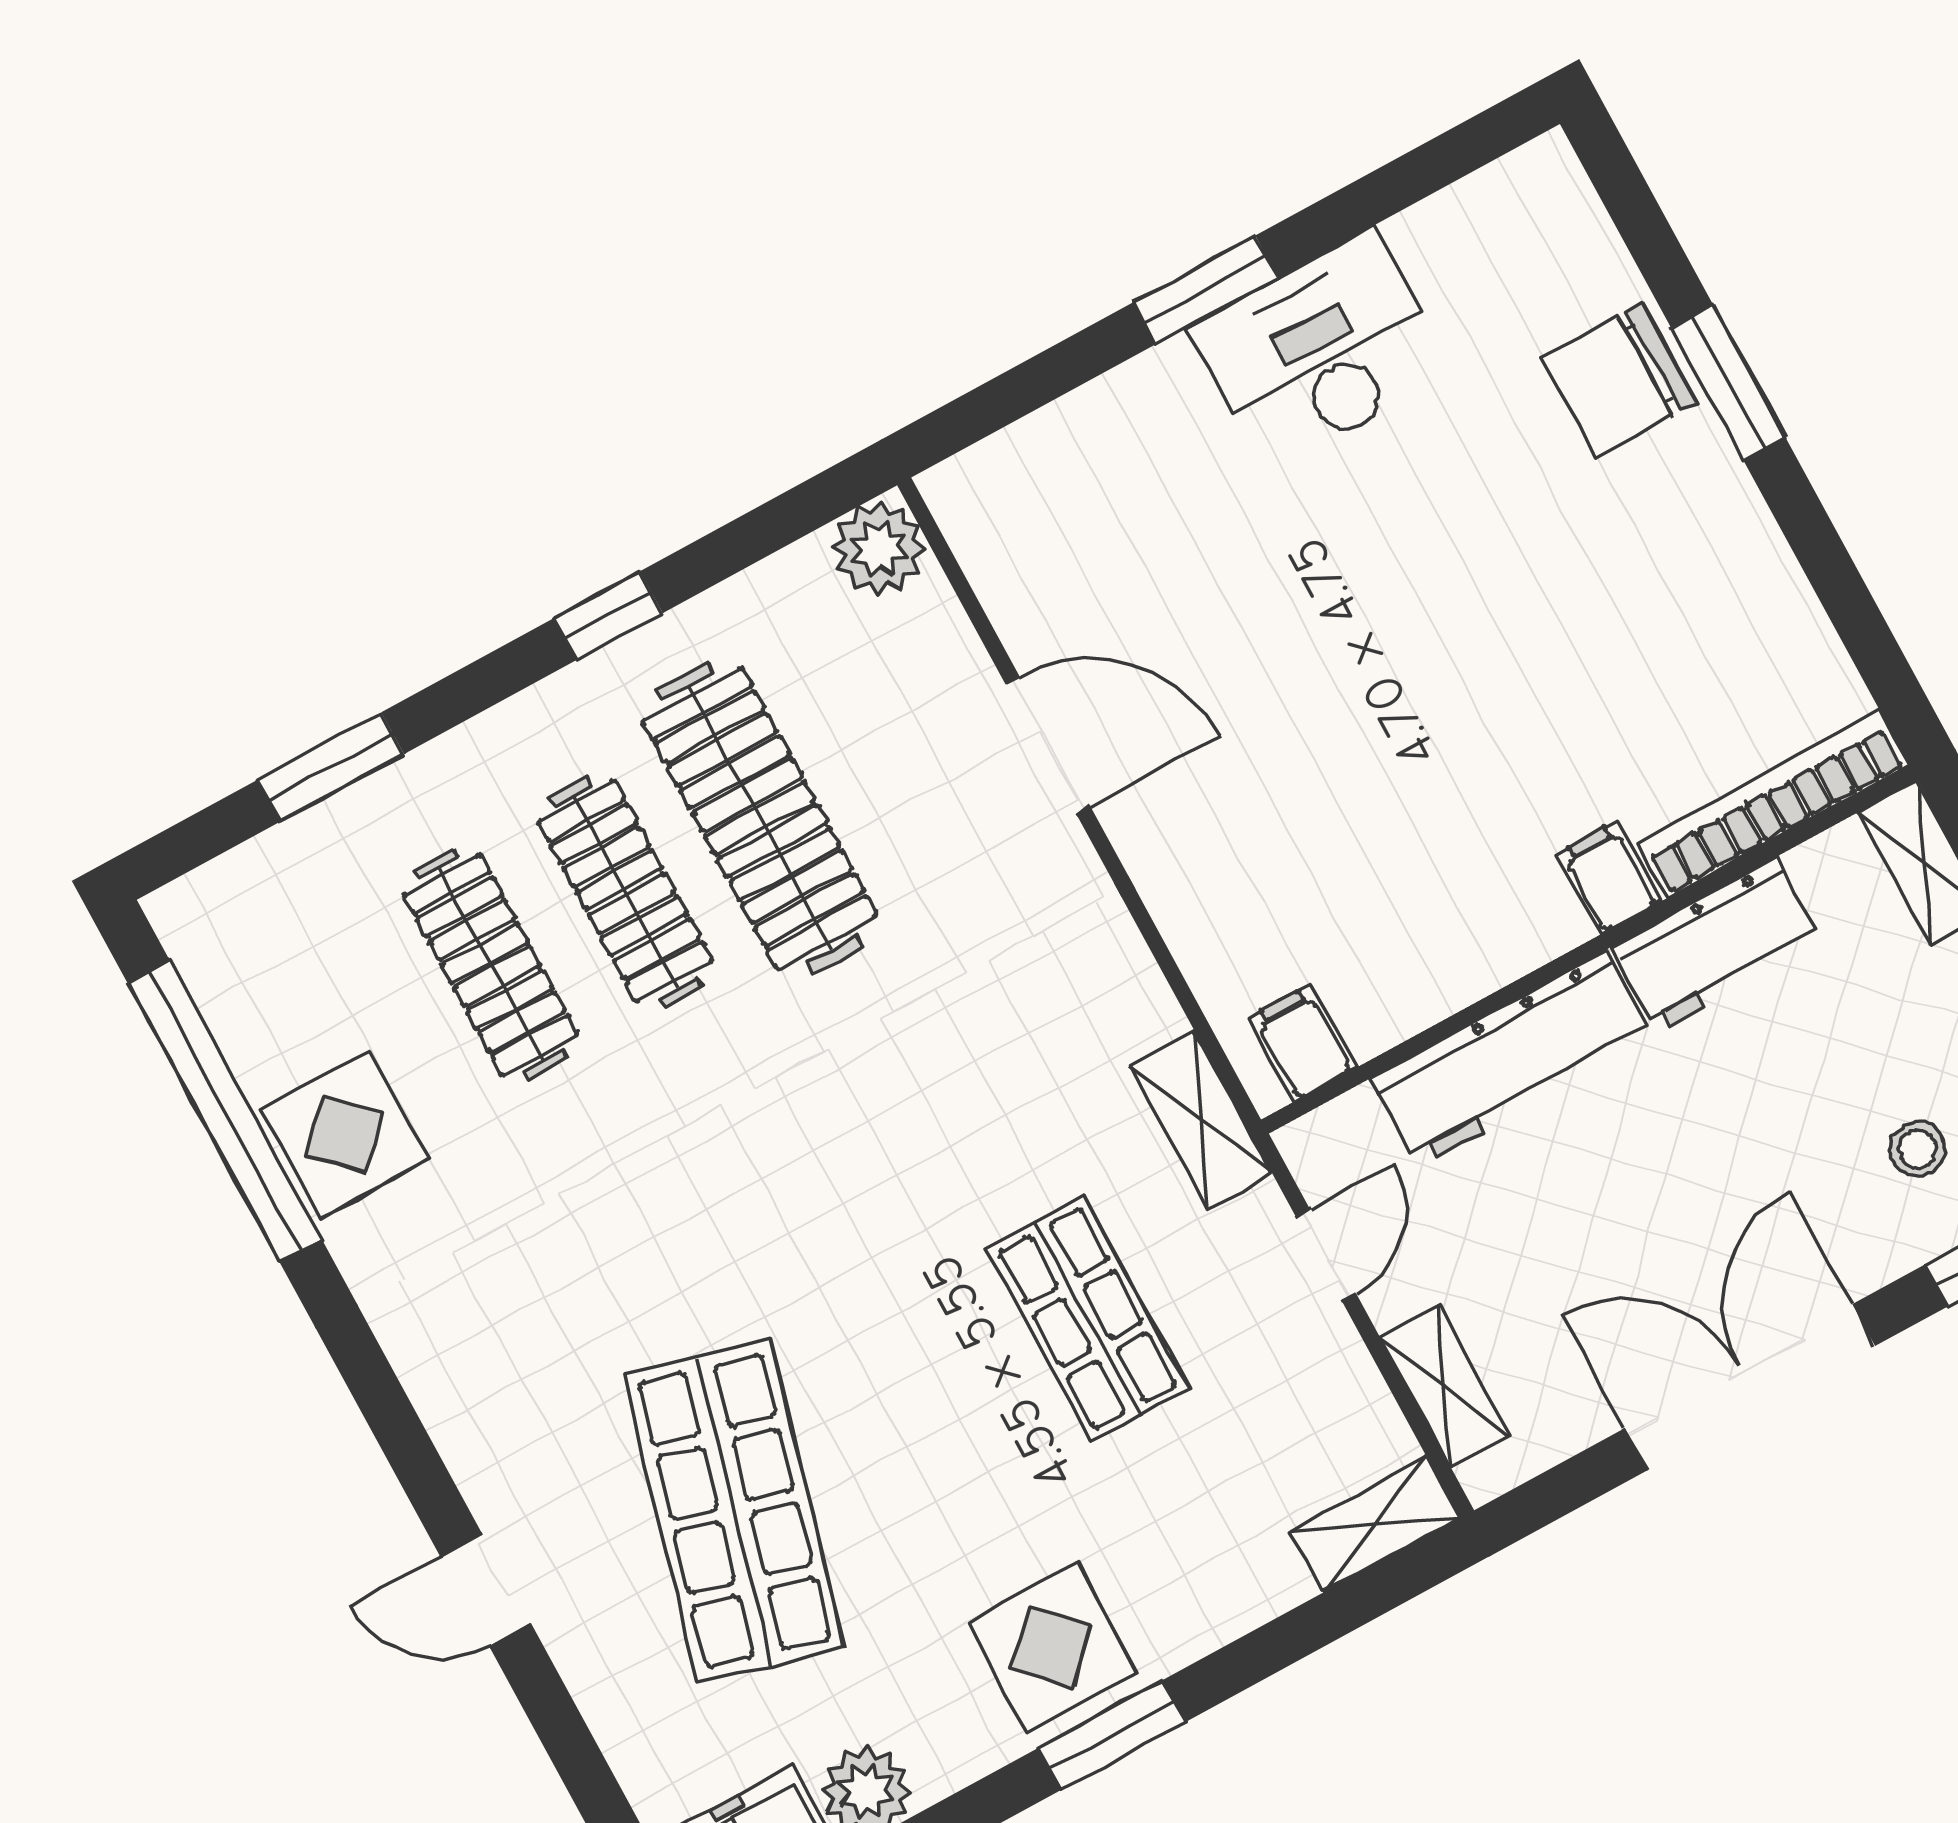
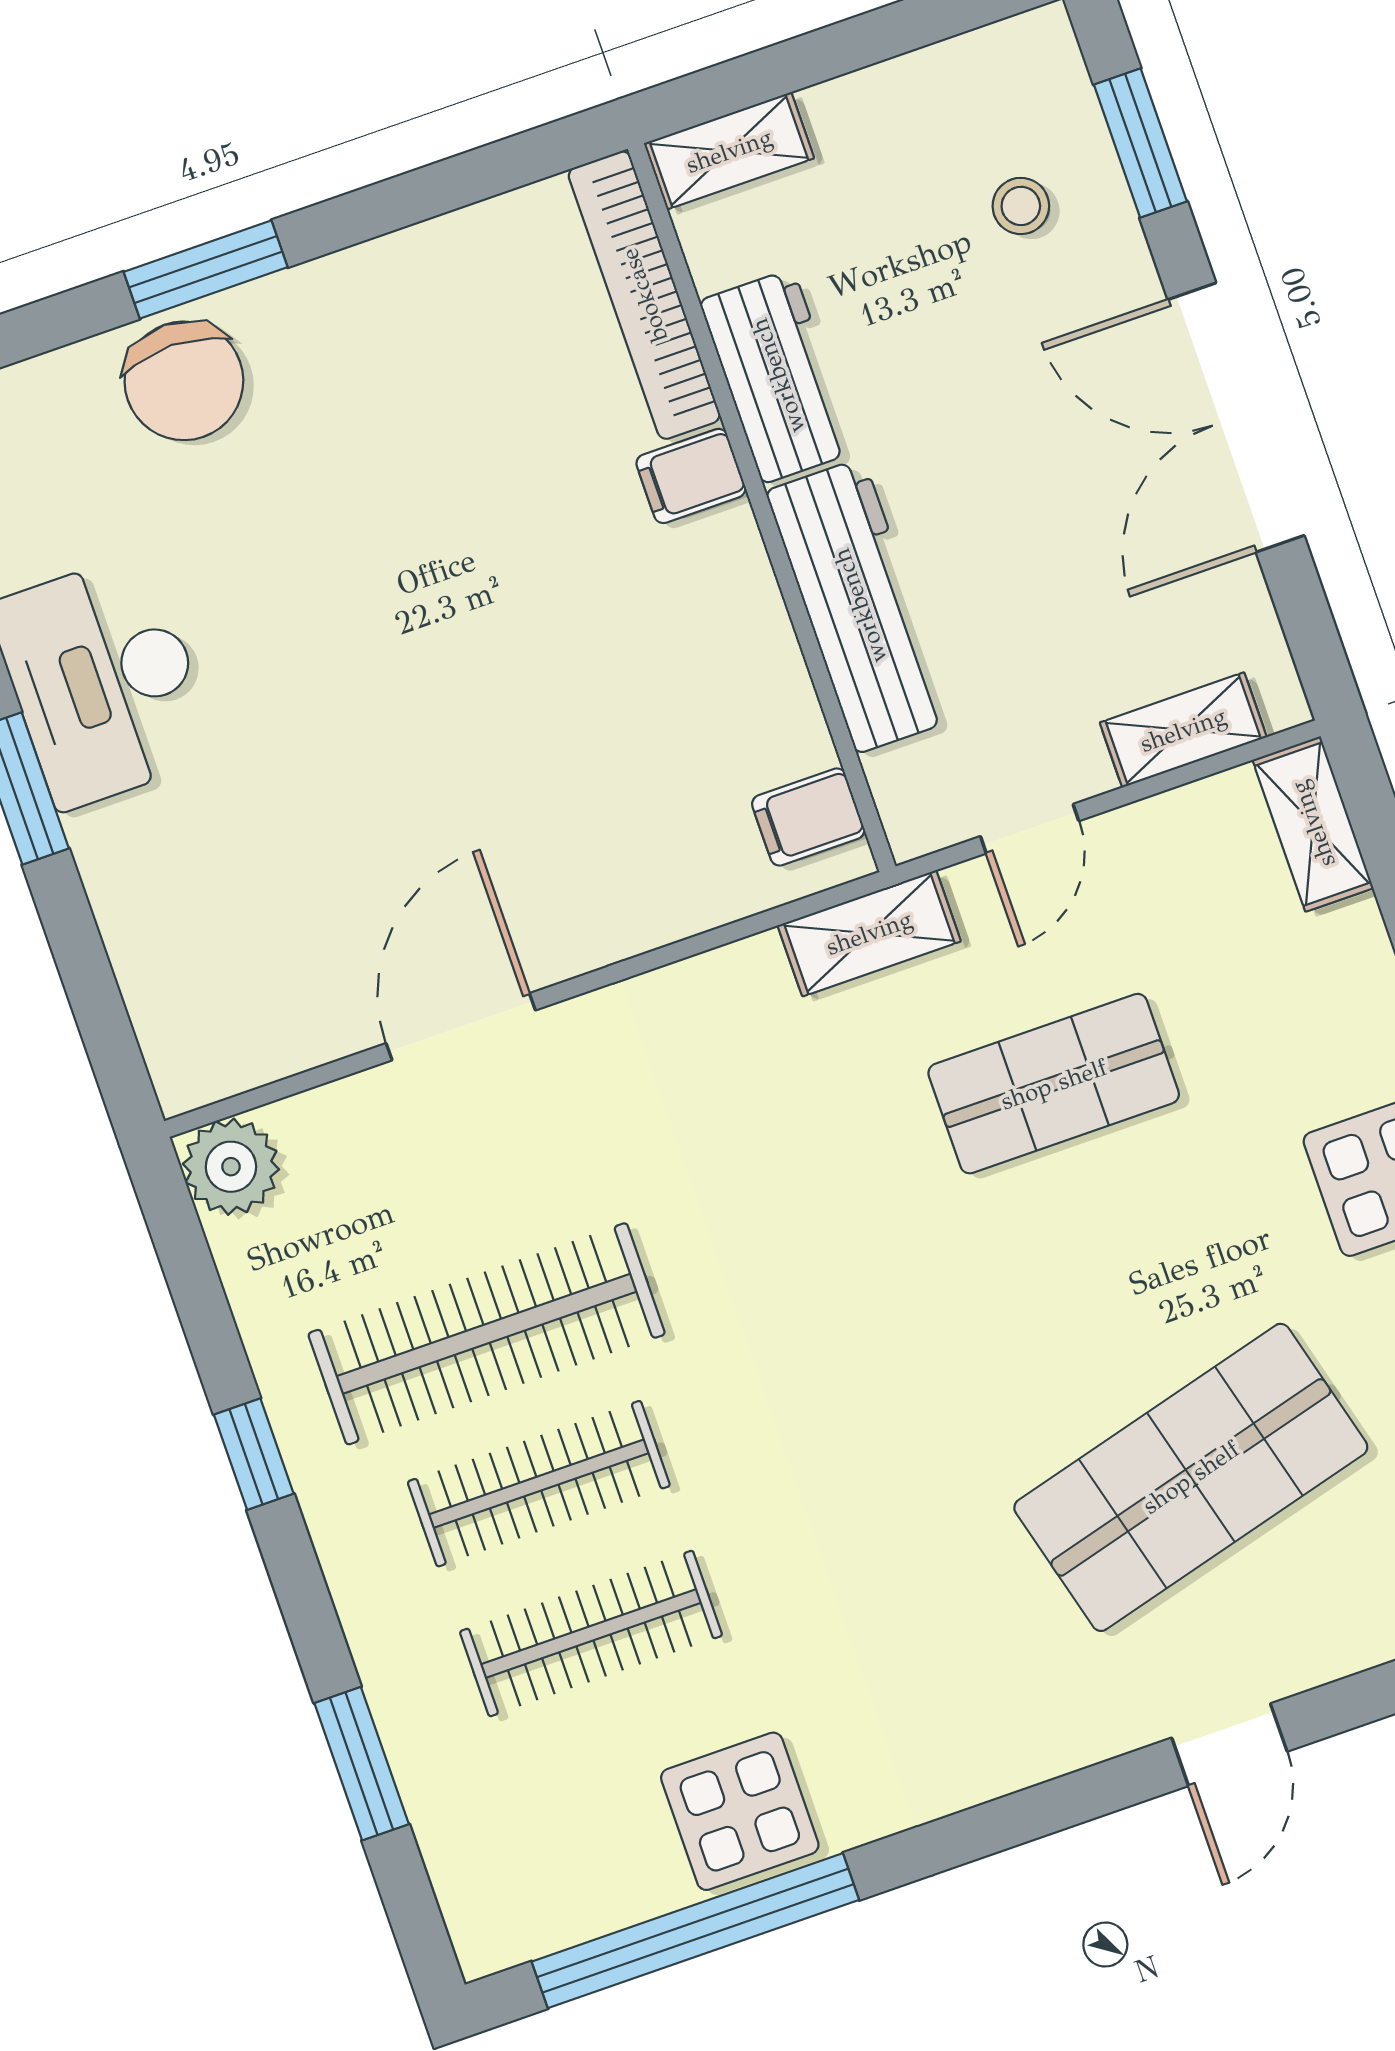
door: (1326, 1255) -> (1030, 829), swing flipped
shop shelf: (734, 1511) -> (1191, 1477), turned -30

